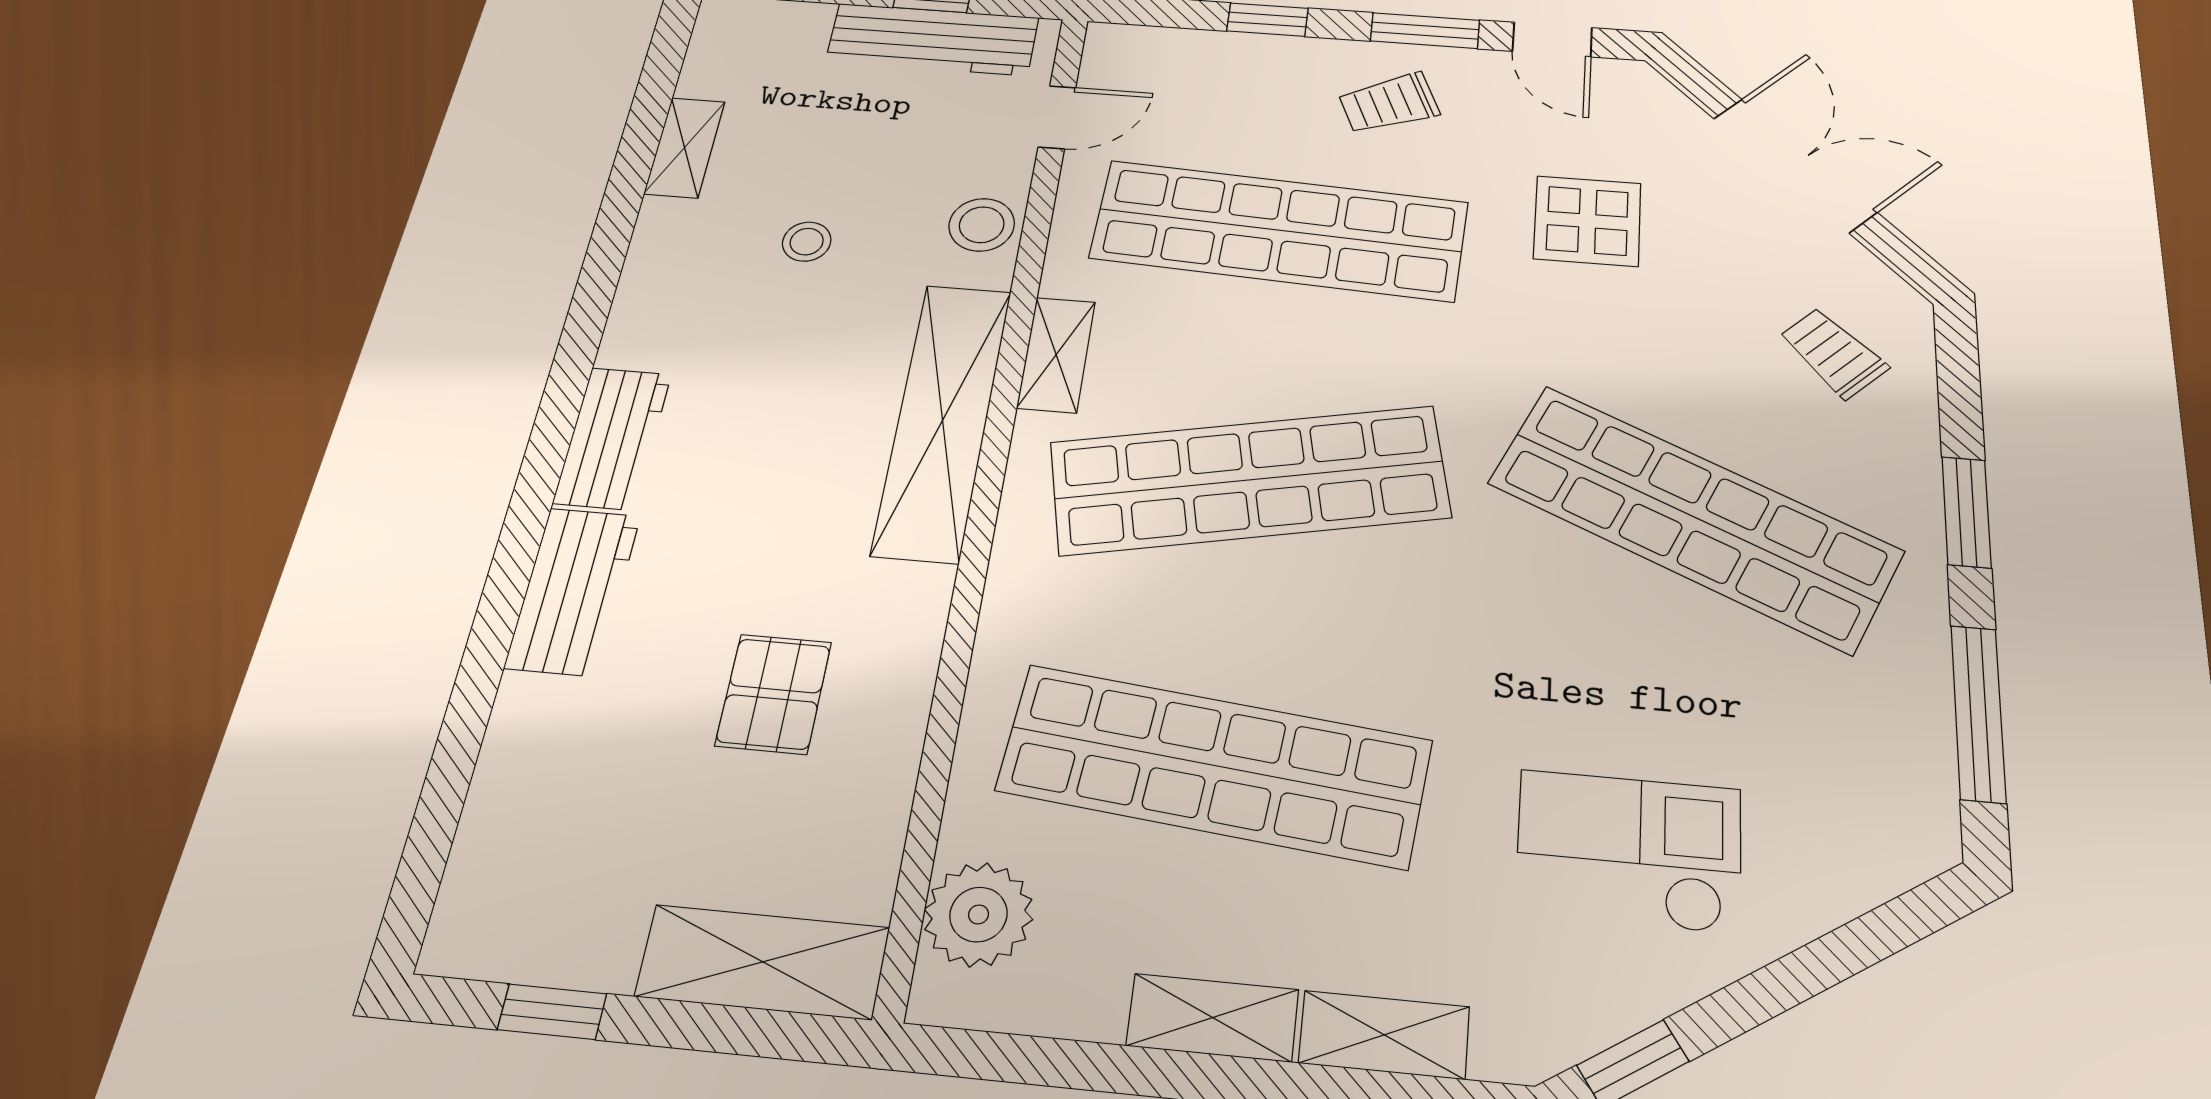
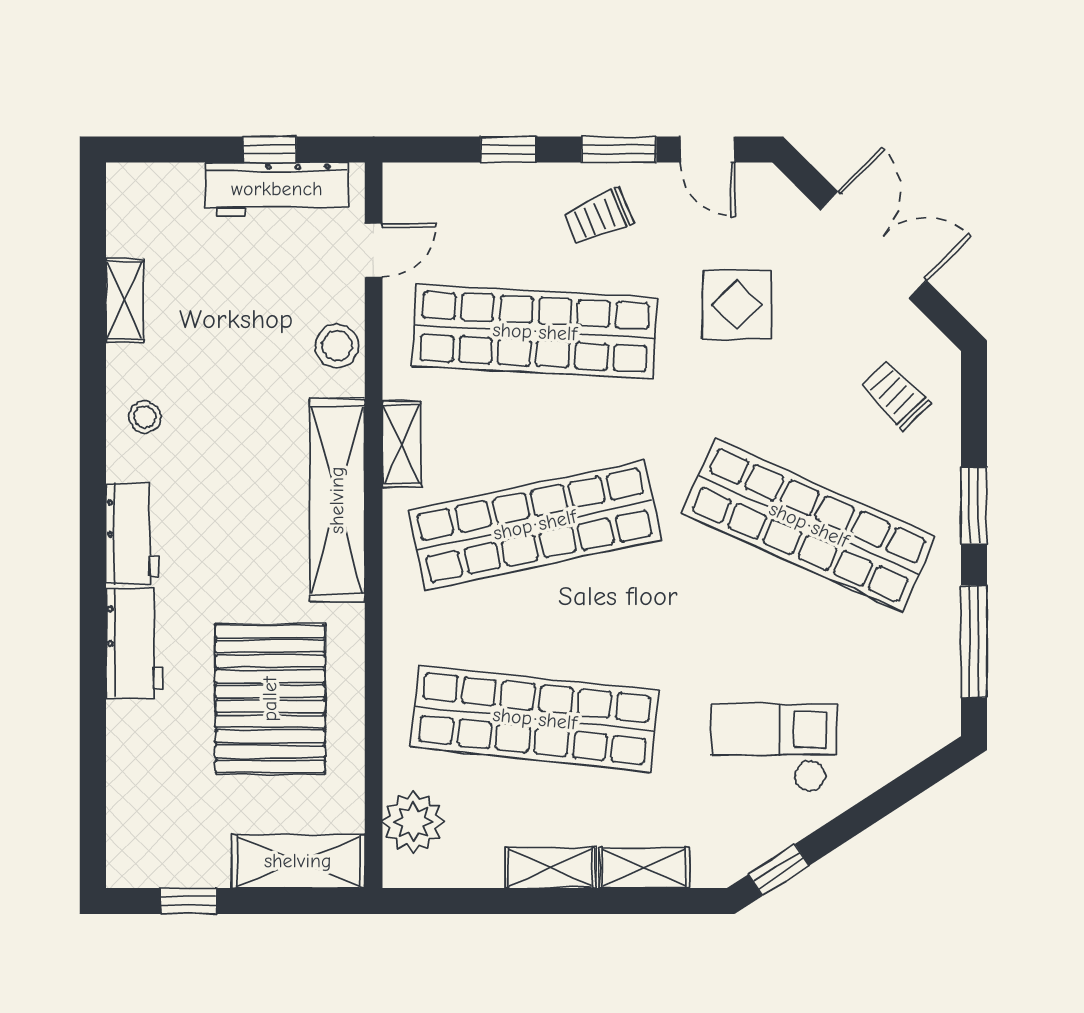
stool: (807, 242) -> (145, 417), moved
pallet: (774, 694) -> (270, 699), width x2.05, depth x2.00

